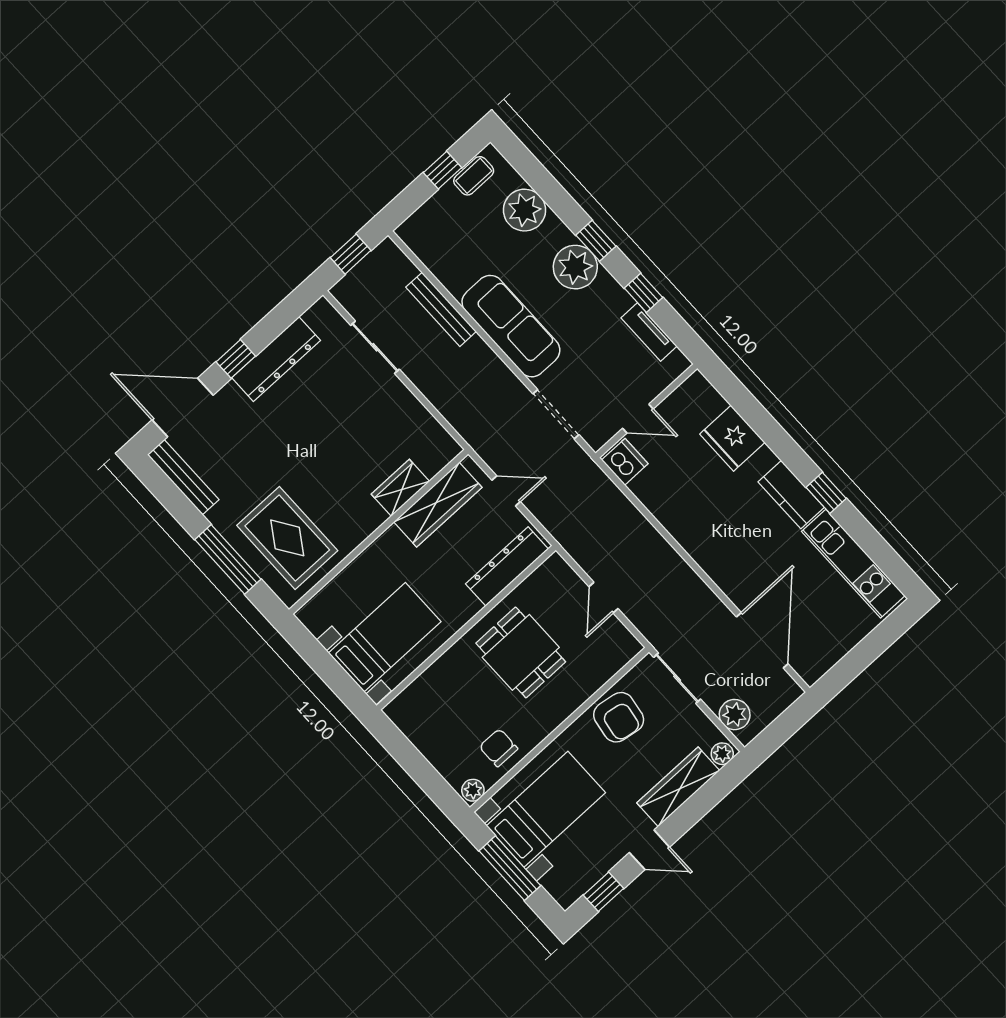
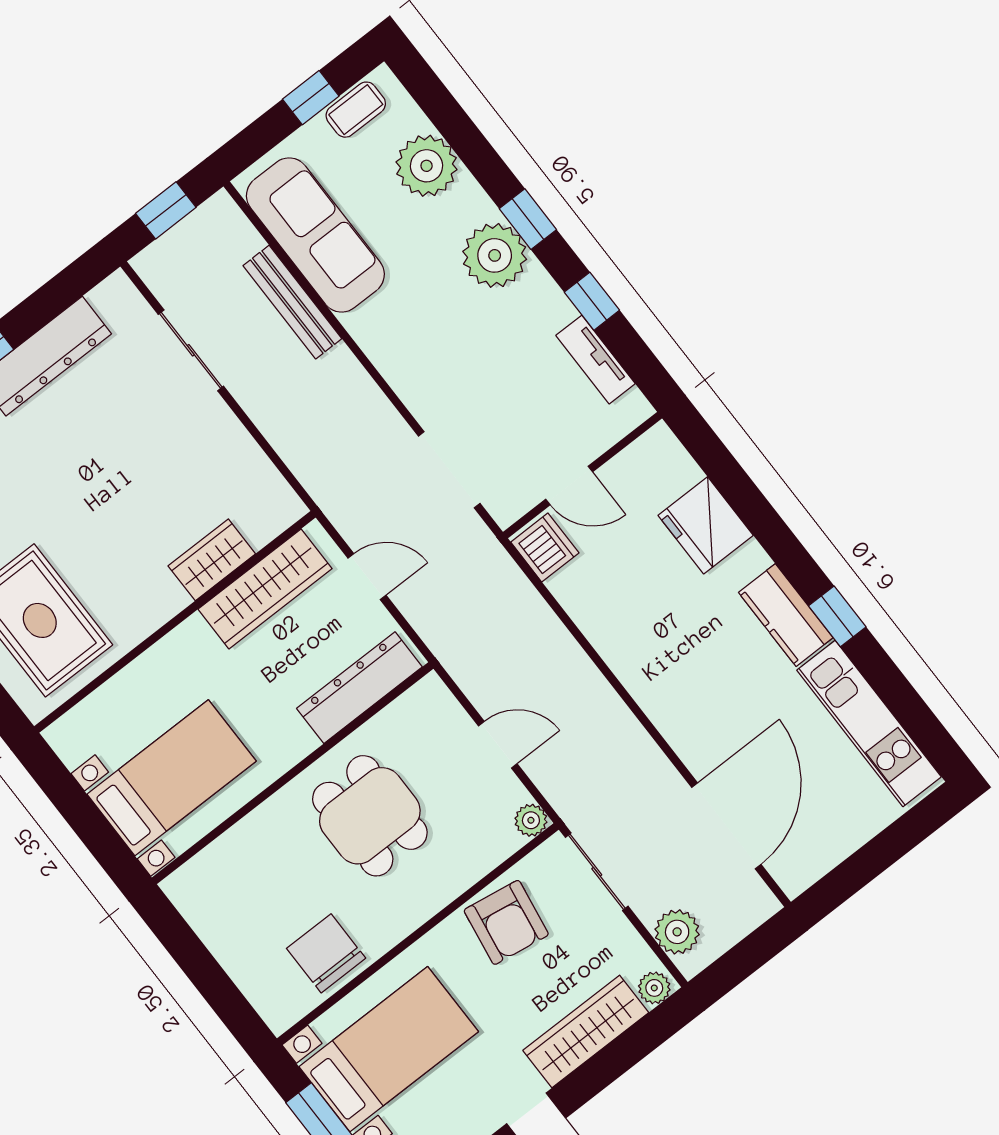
sofa: (511, 326) -> (315, 235), moved
door: (603, 598) -> (498, 745), swing flipped
chair: (498, 748) -> (326, 953), width x1.37, depth x1.37
plant: (473, 790) -> (531, 820), moved

